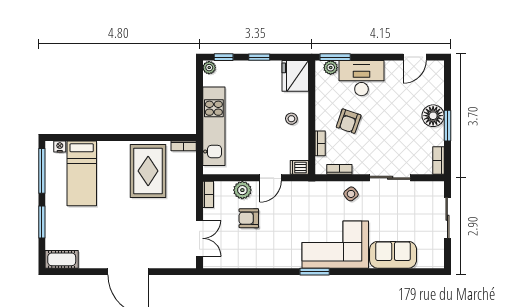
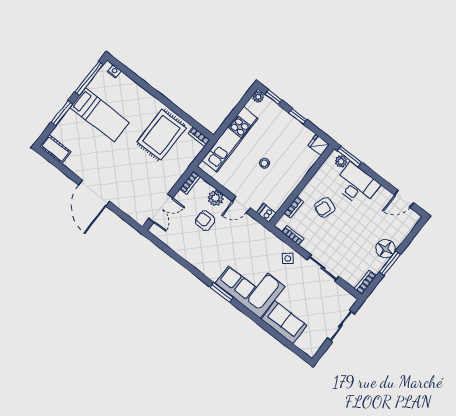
fridge: (295, 76) -> (319, 145), width x0.53, depth x0.75
stool: (291, 119) -> (264, 163), moved
bed: (82, 173) -> (100, 115), moved, turned -90

